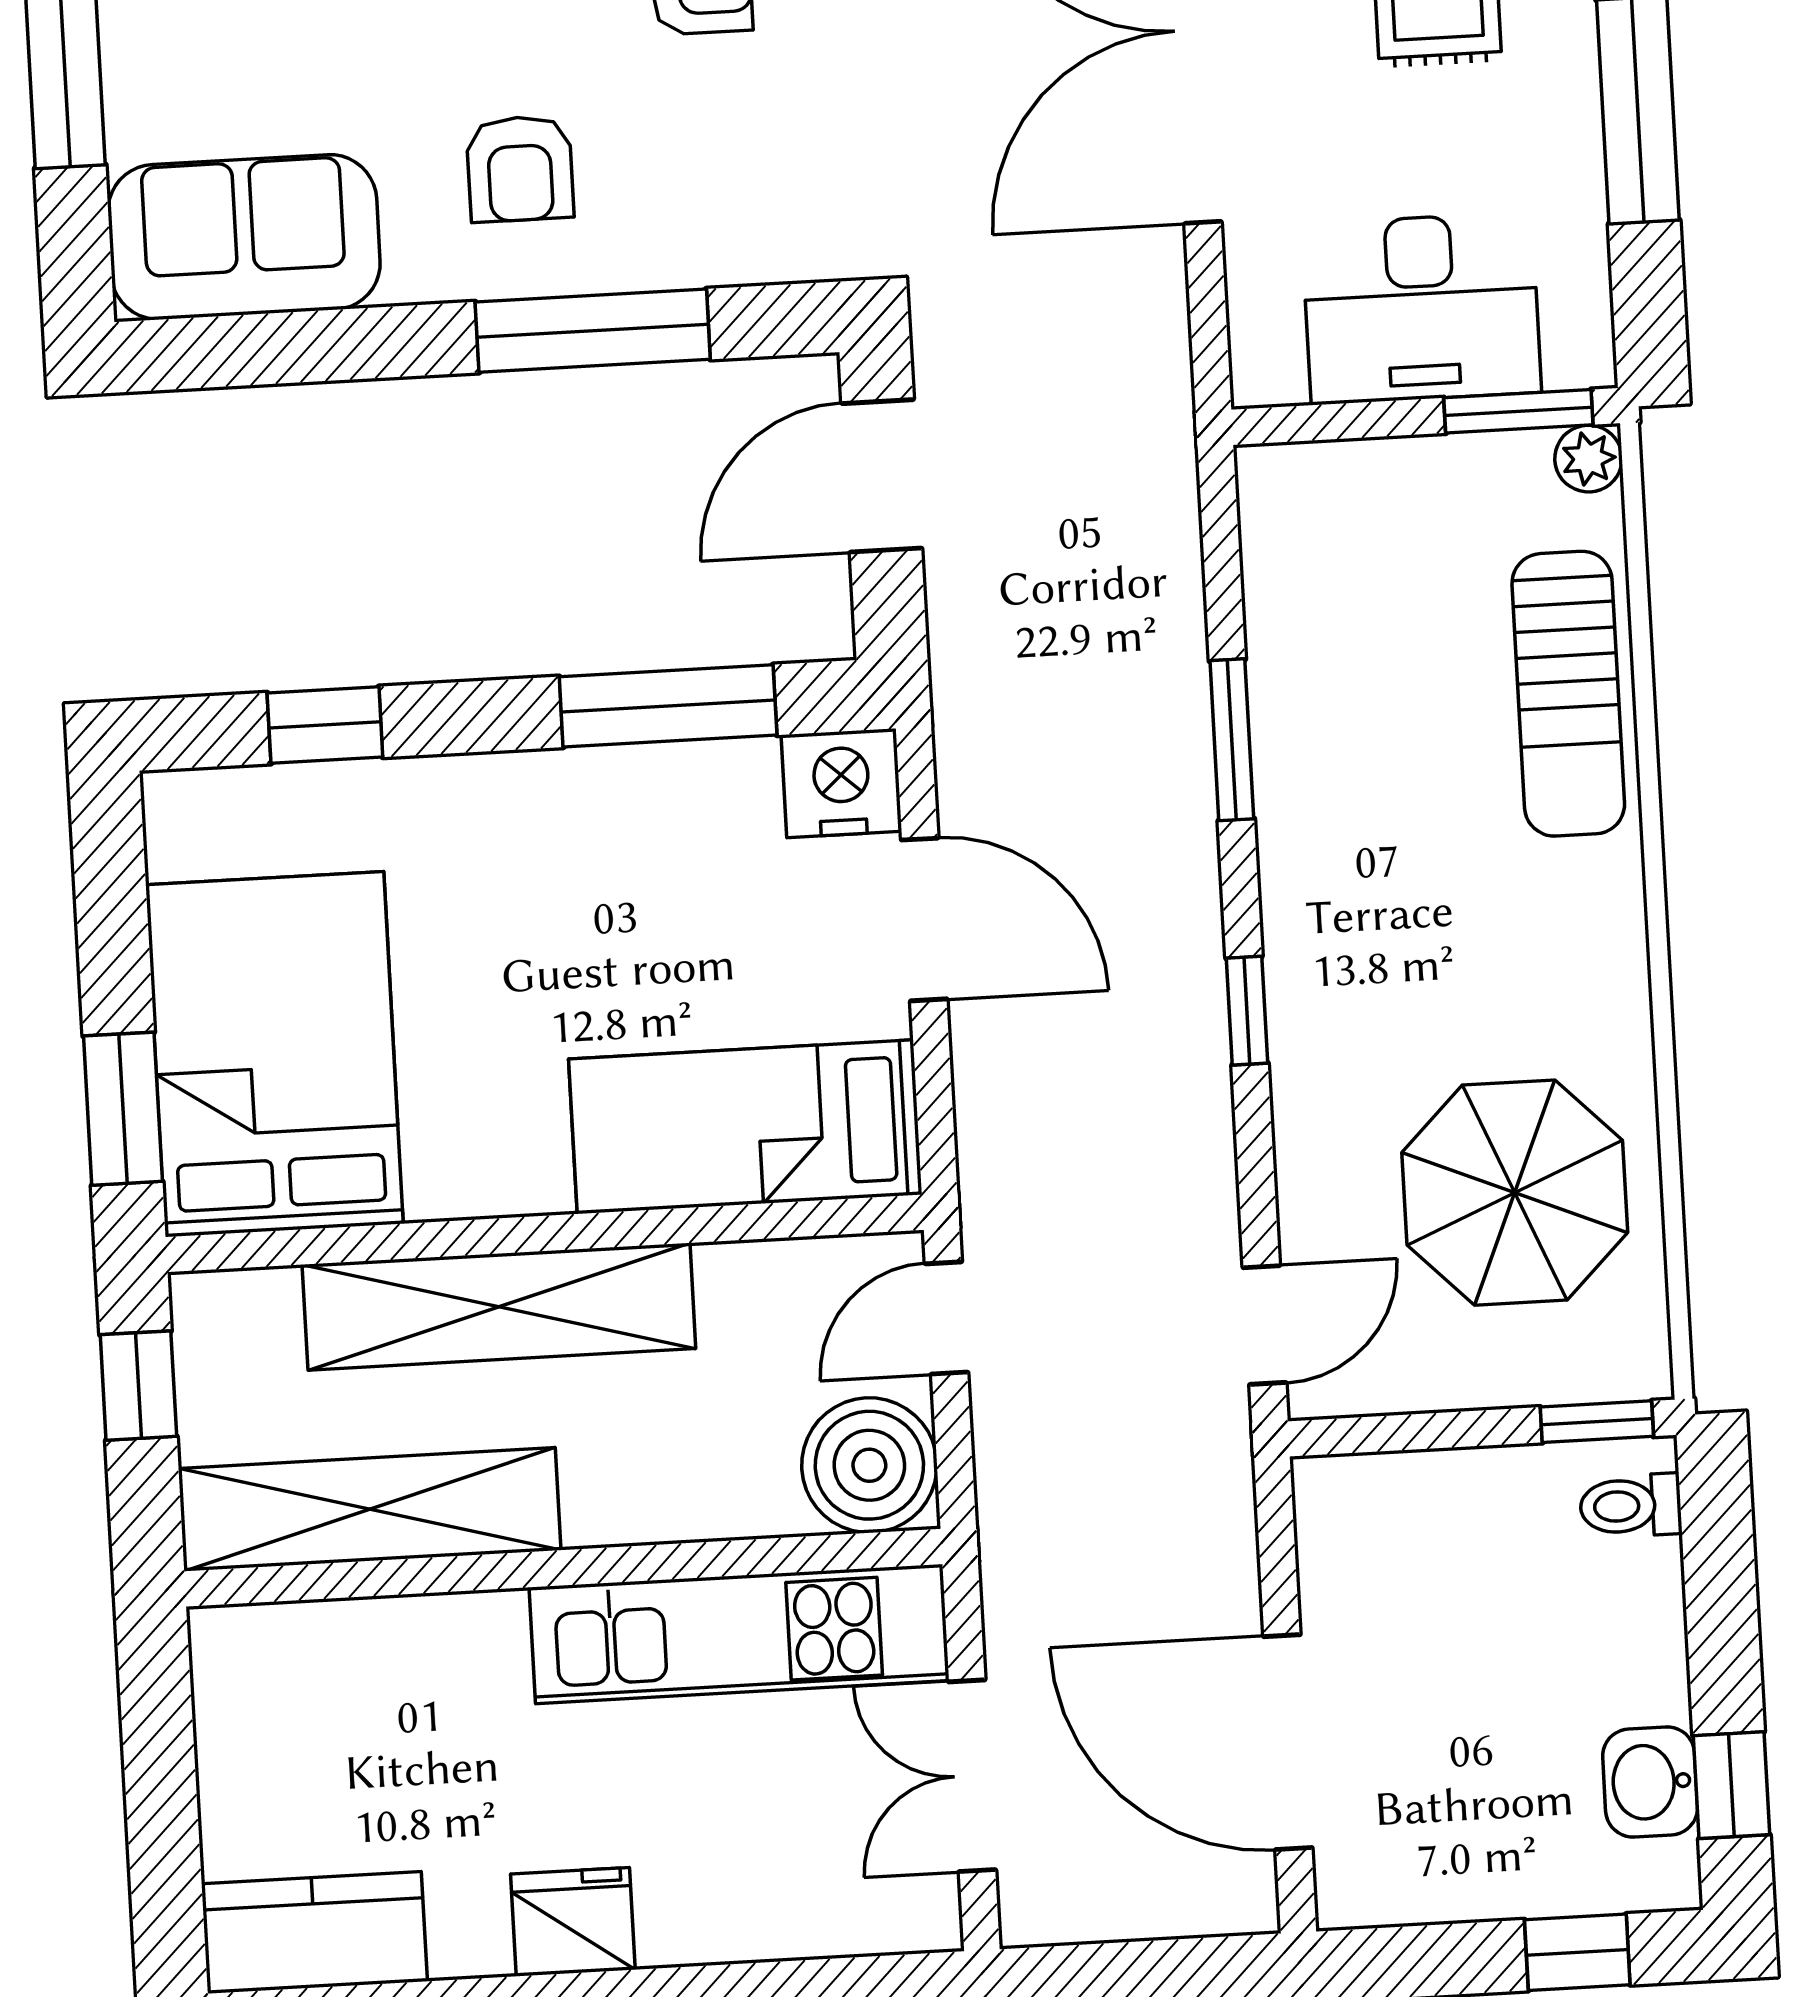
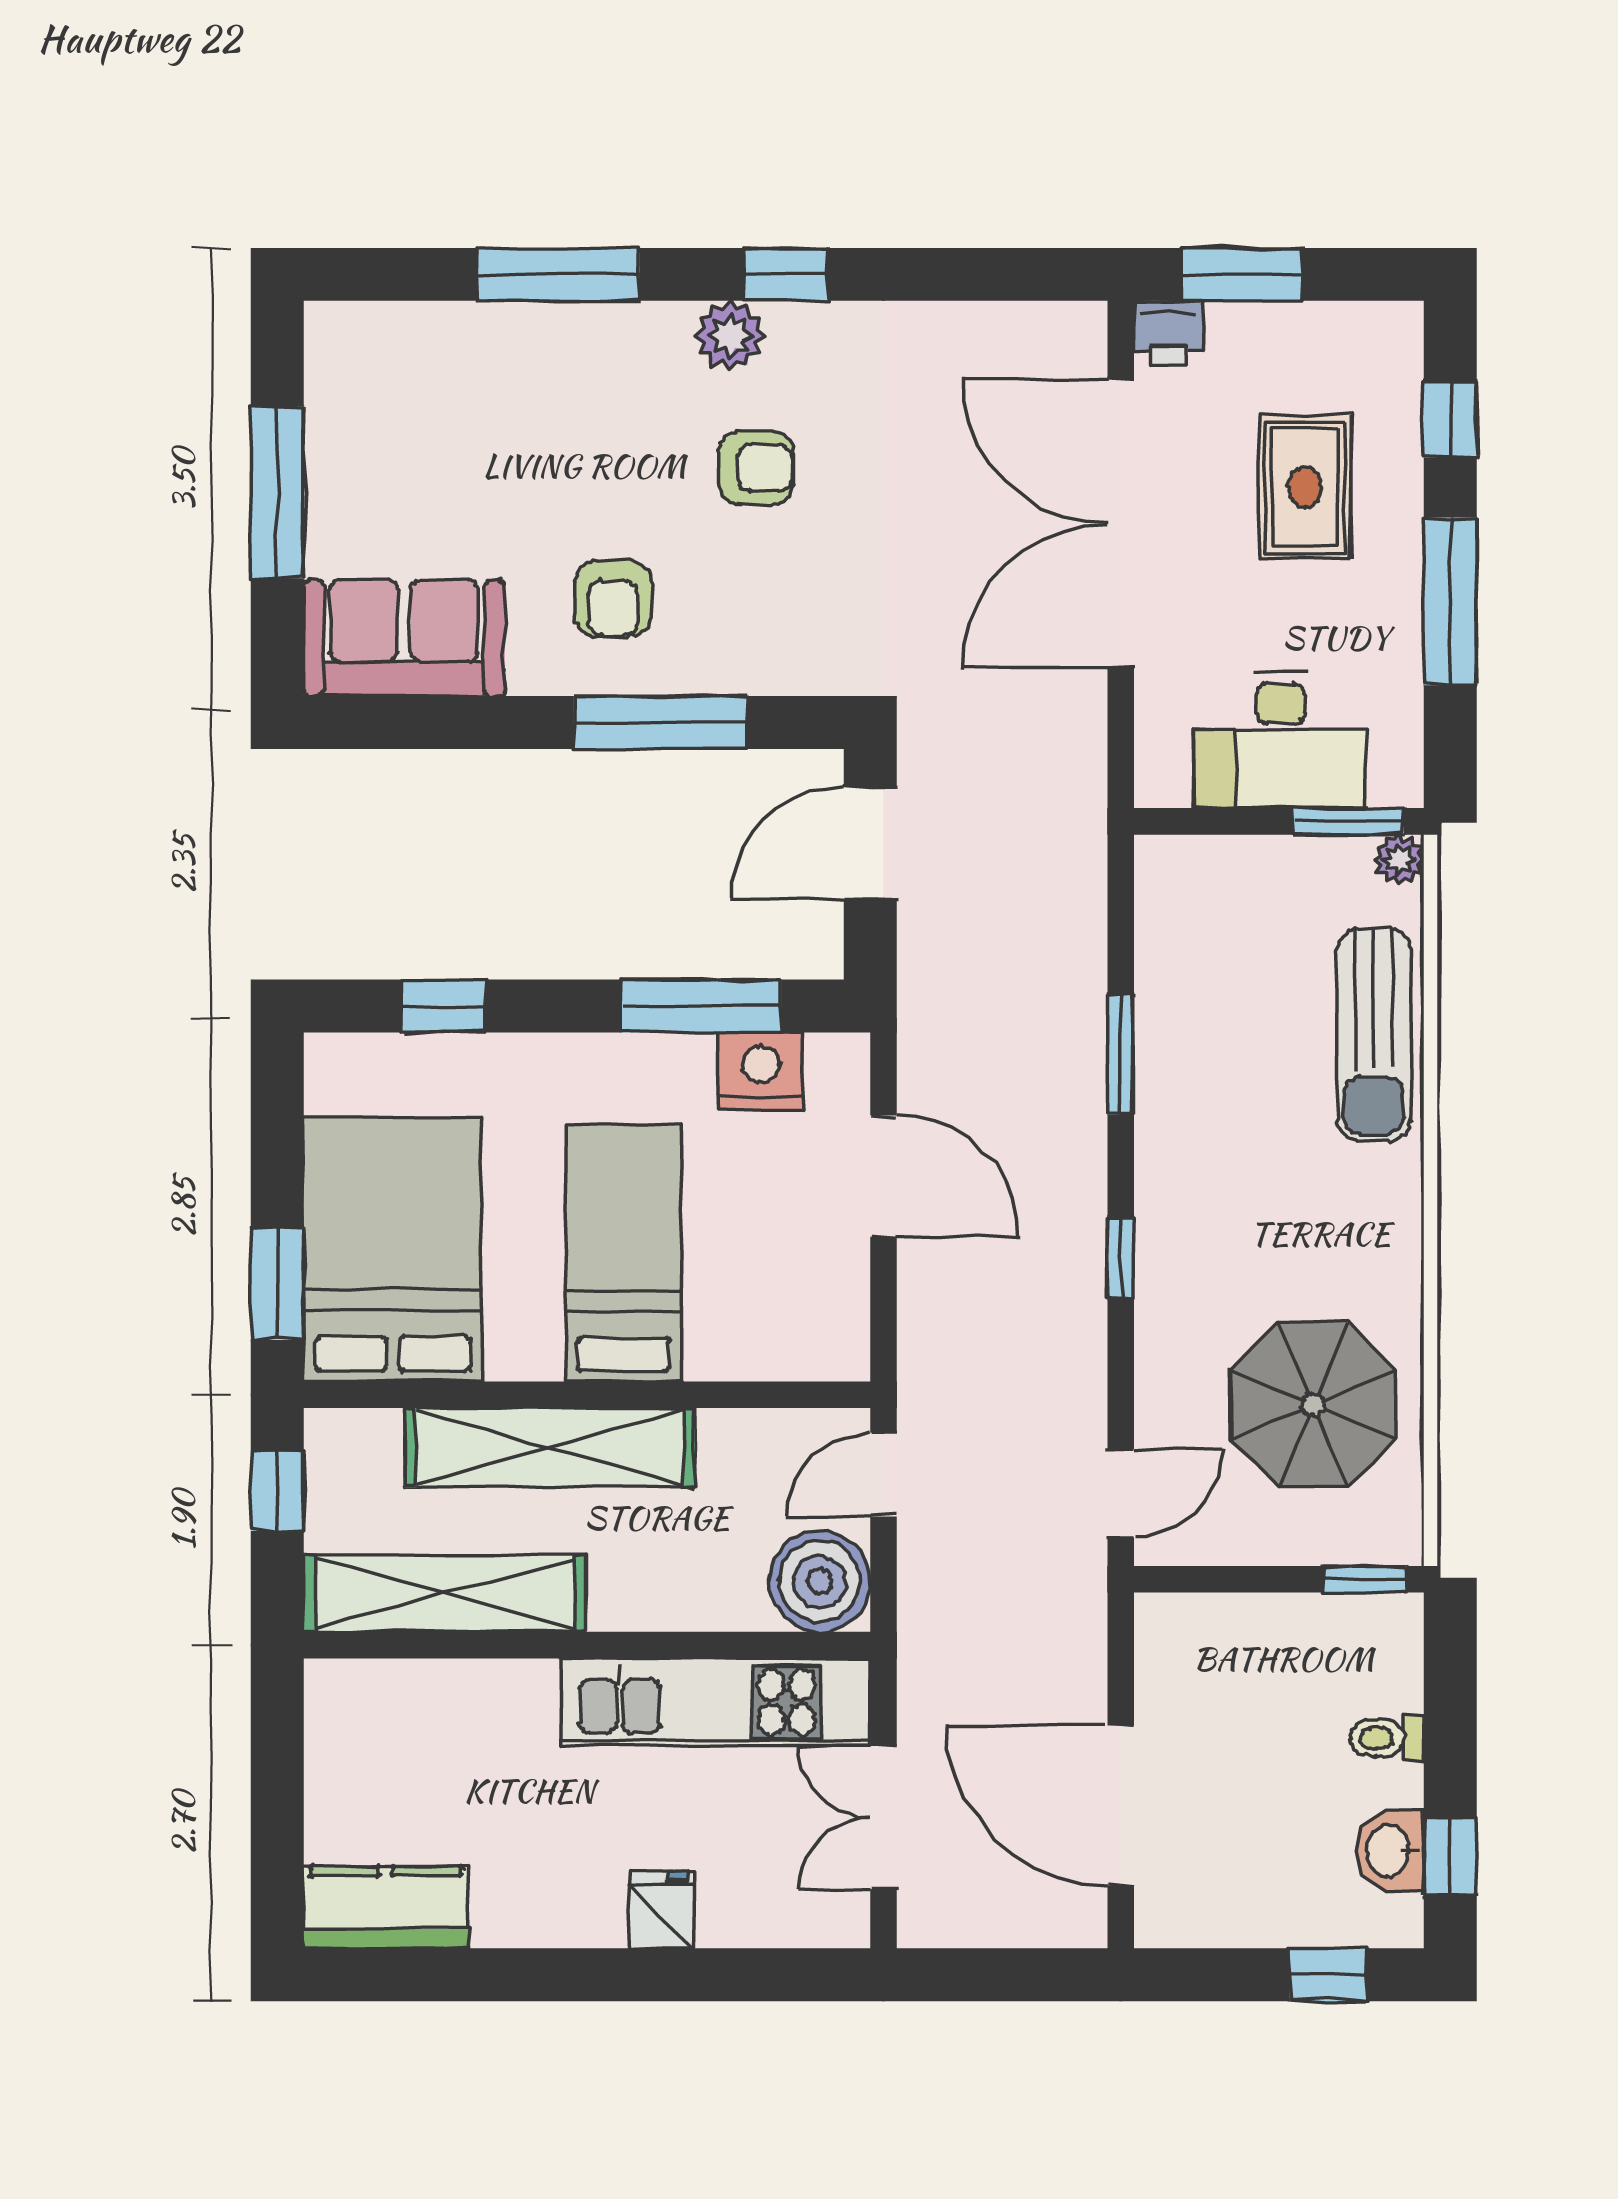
nightstand: (841, 783) -> (761, 1071), moved
bed: (745, 1127) -> (623, 1252), moved, turned 90
toilet: (1631, 1506) -> (1387, 1738), moved
fridge: (573, 1922) -> (661, 1910), moved, width x0.72

